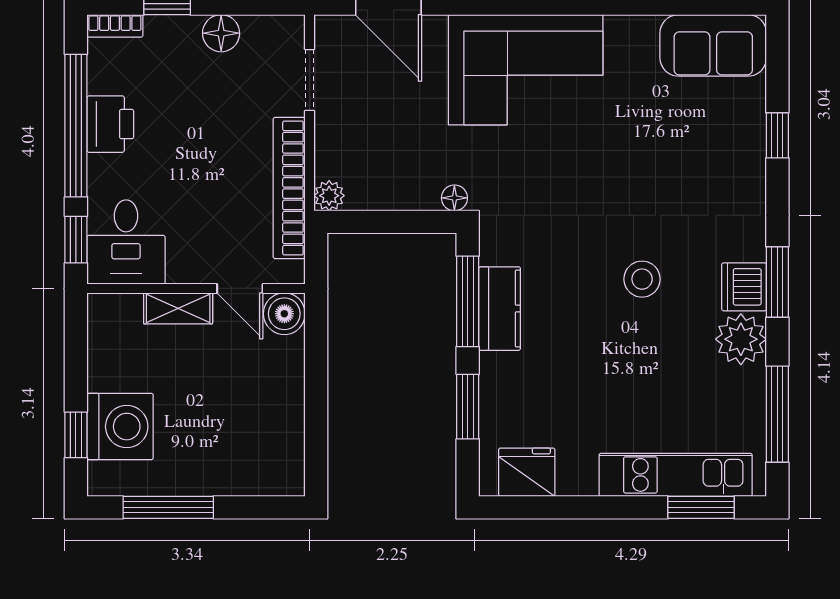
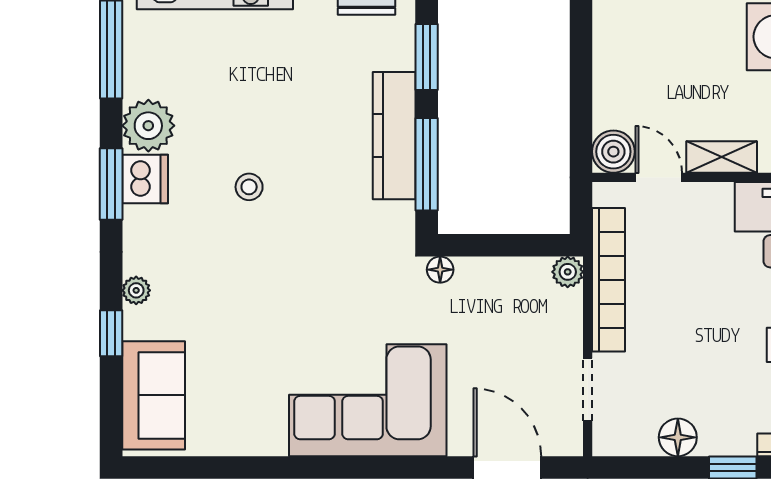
sofa: (713, 45) -> (154, 395), moved, turned 90
plant: (753, 178) -> (136, 290), added
stool: (642, 279) -> (249, 187), width x0.73, depth x0.73
kitchen counter: (500, 309) -> (394, 136), width x1.50

